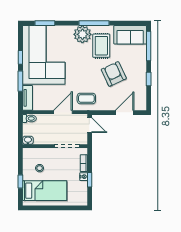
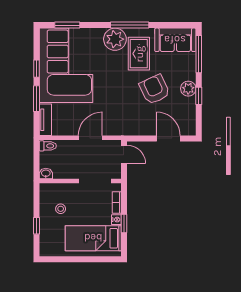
plant: (140, 73) -> (188, 89), added
coffee table: (86, 98) -> (120, 121), removed
door: (125, 113) -> (168, 139), hinge flipped
bed: (45, 191) -> (93, 238), moved, turned 180

